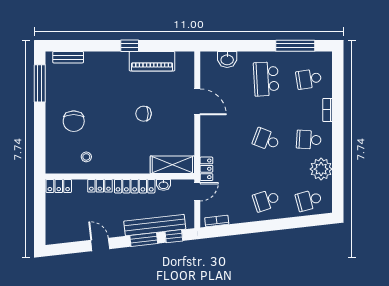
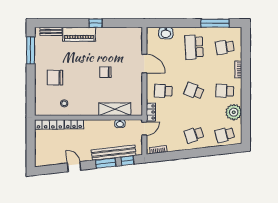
piano: (152, 61) -> (79, 34), moved
chair: (74, 121) -> (55, 78), turned 90
school desk: (224, 140) -> (163, 91), added
shelving: (172, 165) -> (115, 109), moved
locker: (59, 186) -> (49, 124), width x1.53
locker: (135, 186) -> (99, 125), removed

